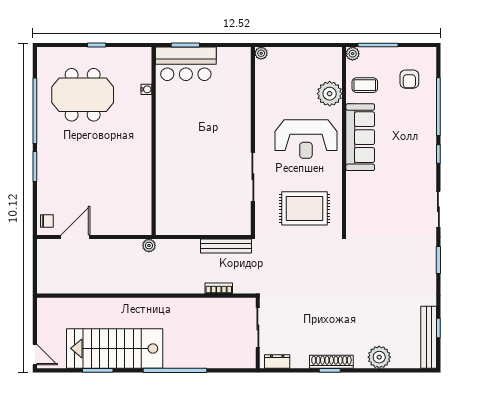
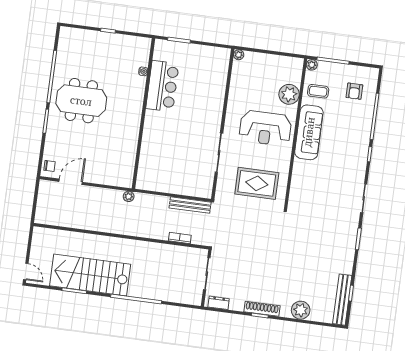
bar counter: (186, 64) -> (162, 86), moved, turned -90
meeting table: (83, 95) -> (81, 101), moved

